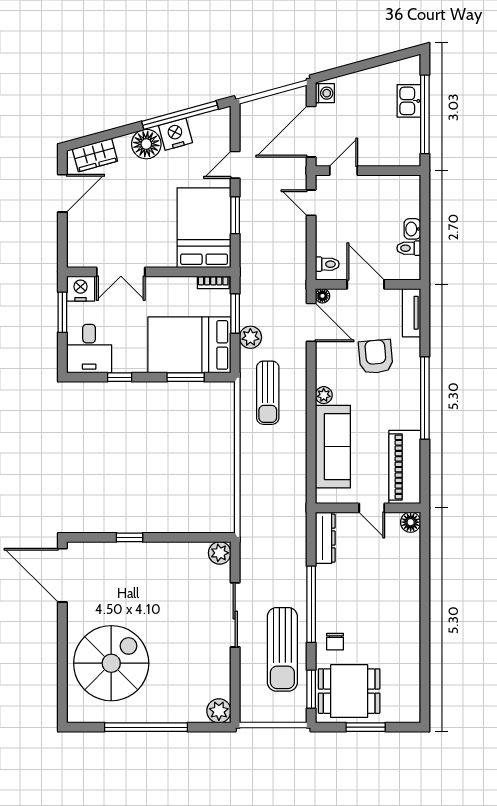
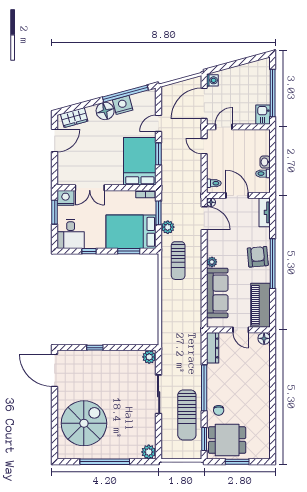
kitchen sink: (409, 101) -> (263, 115), moved
armchair: (376, 357) -> (258, 257), moved

